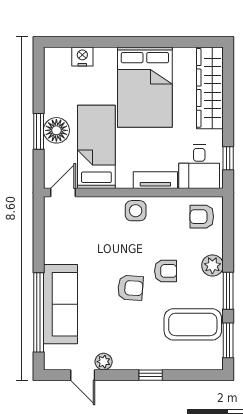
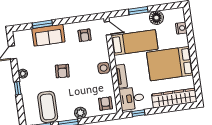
floor lamp: (56, 130) -> (156, 18), moved
armchair: (166, 271) -> (85, 35), moved
sofa: (60, 304) -> (48, 35), width x0.73
window: (39, 312) -> (42, 24), width x0.47
plant: (104, 362) -> (23, 74), moved

